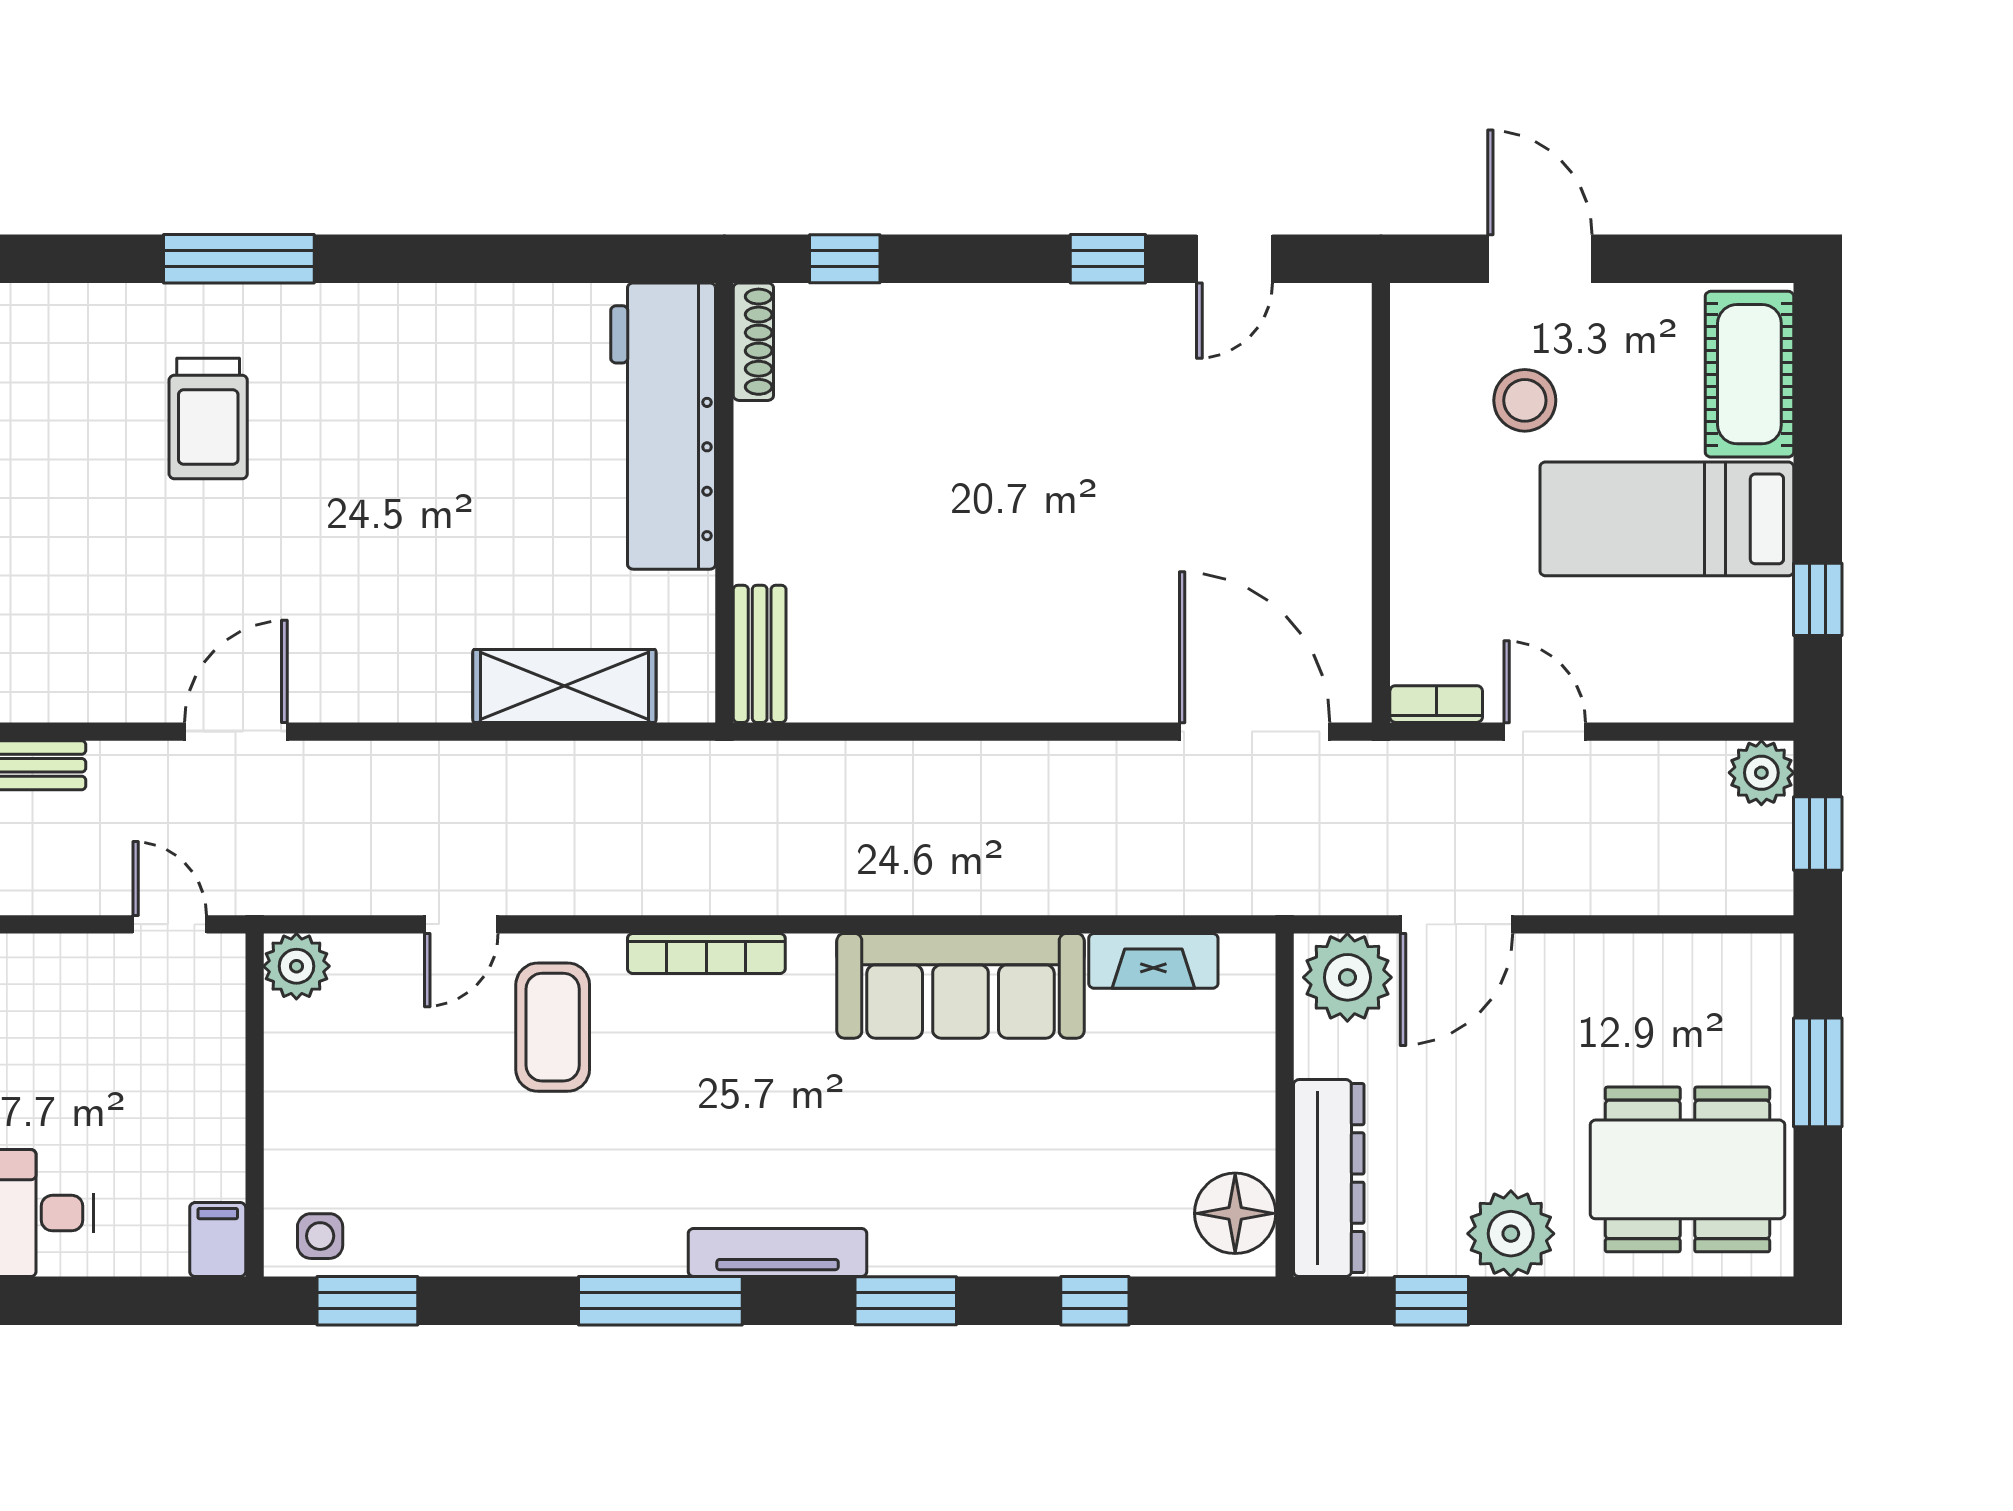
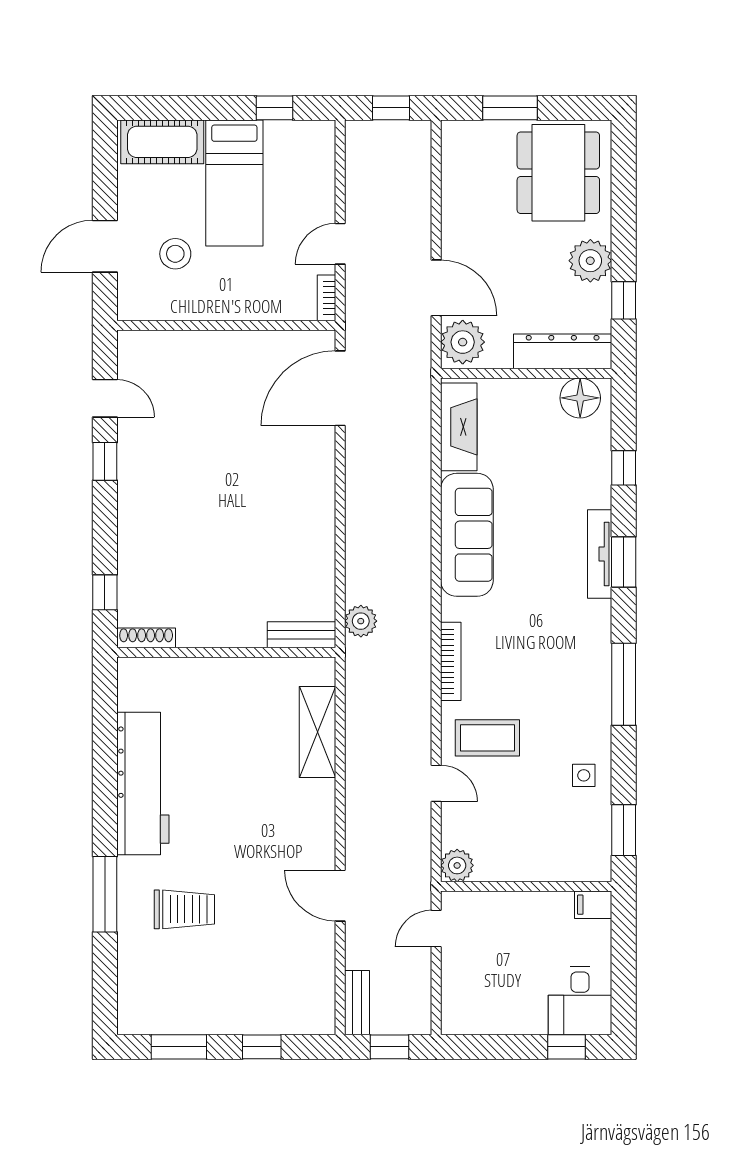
workbench: (663, 426) -> (143, 784), moved, turned -90
plant: (1761, 773) -> (361, 621), moved
fireplace: (1153, 961) -> (459, 427), width x1.37, depth x1.32
side table: (320, 1236) -> (584, 775), moved
tv unit: (778, 1253) -> (600, 554), moved

